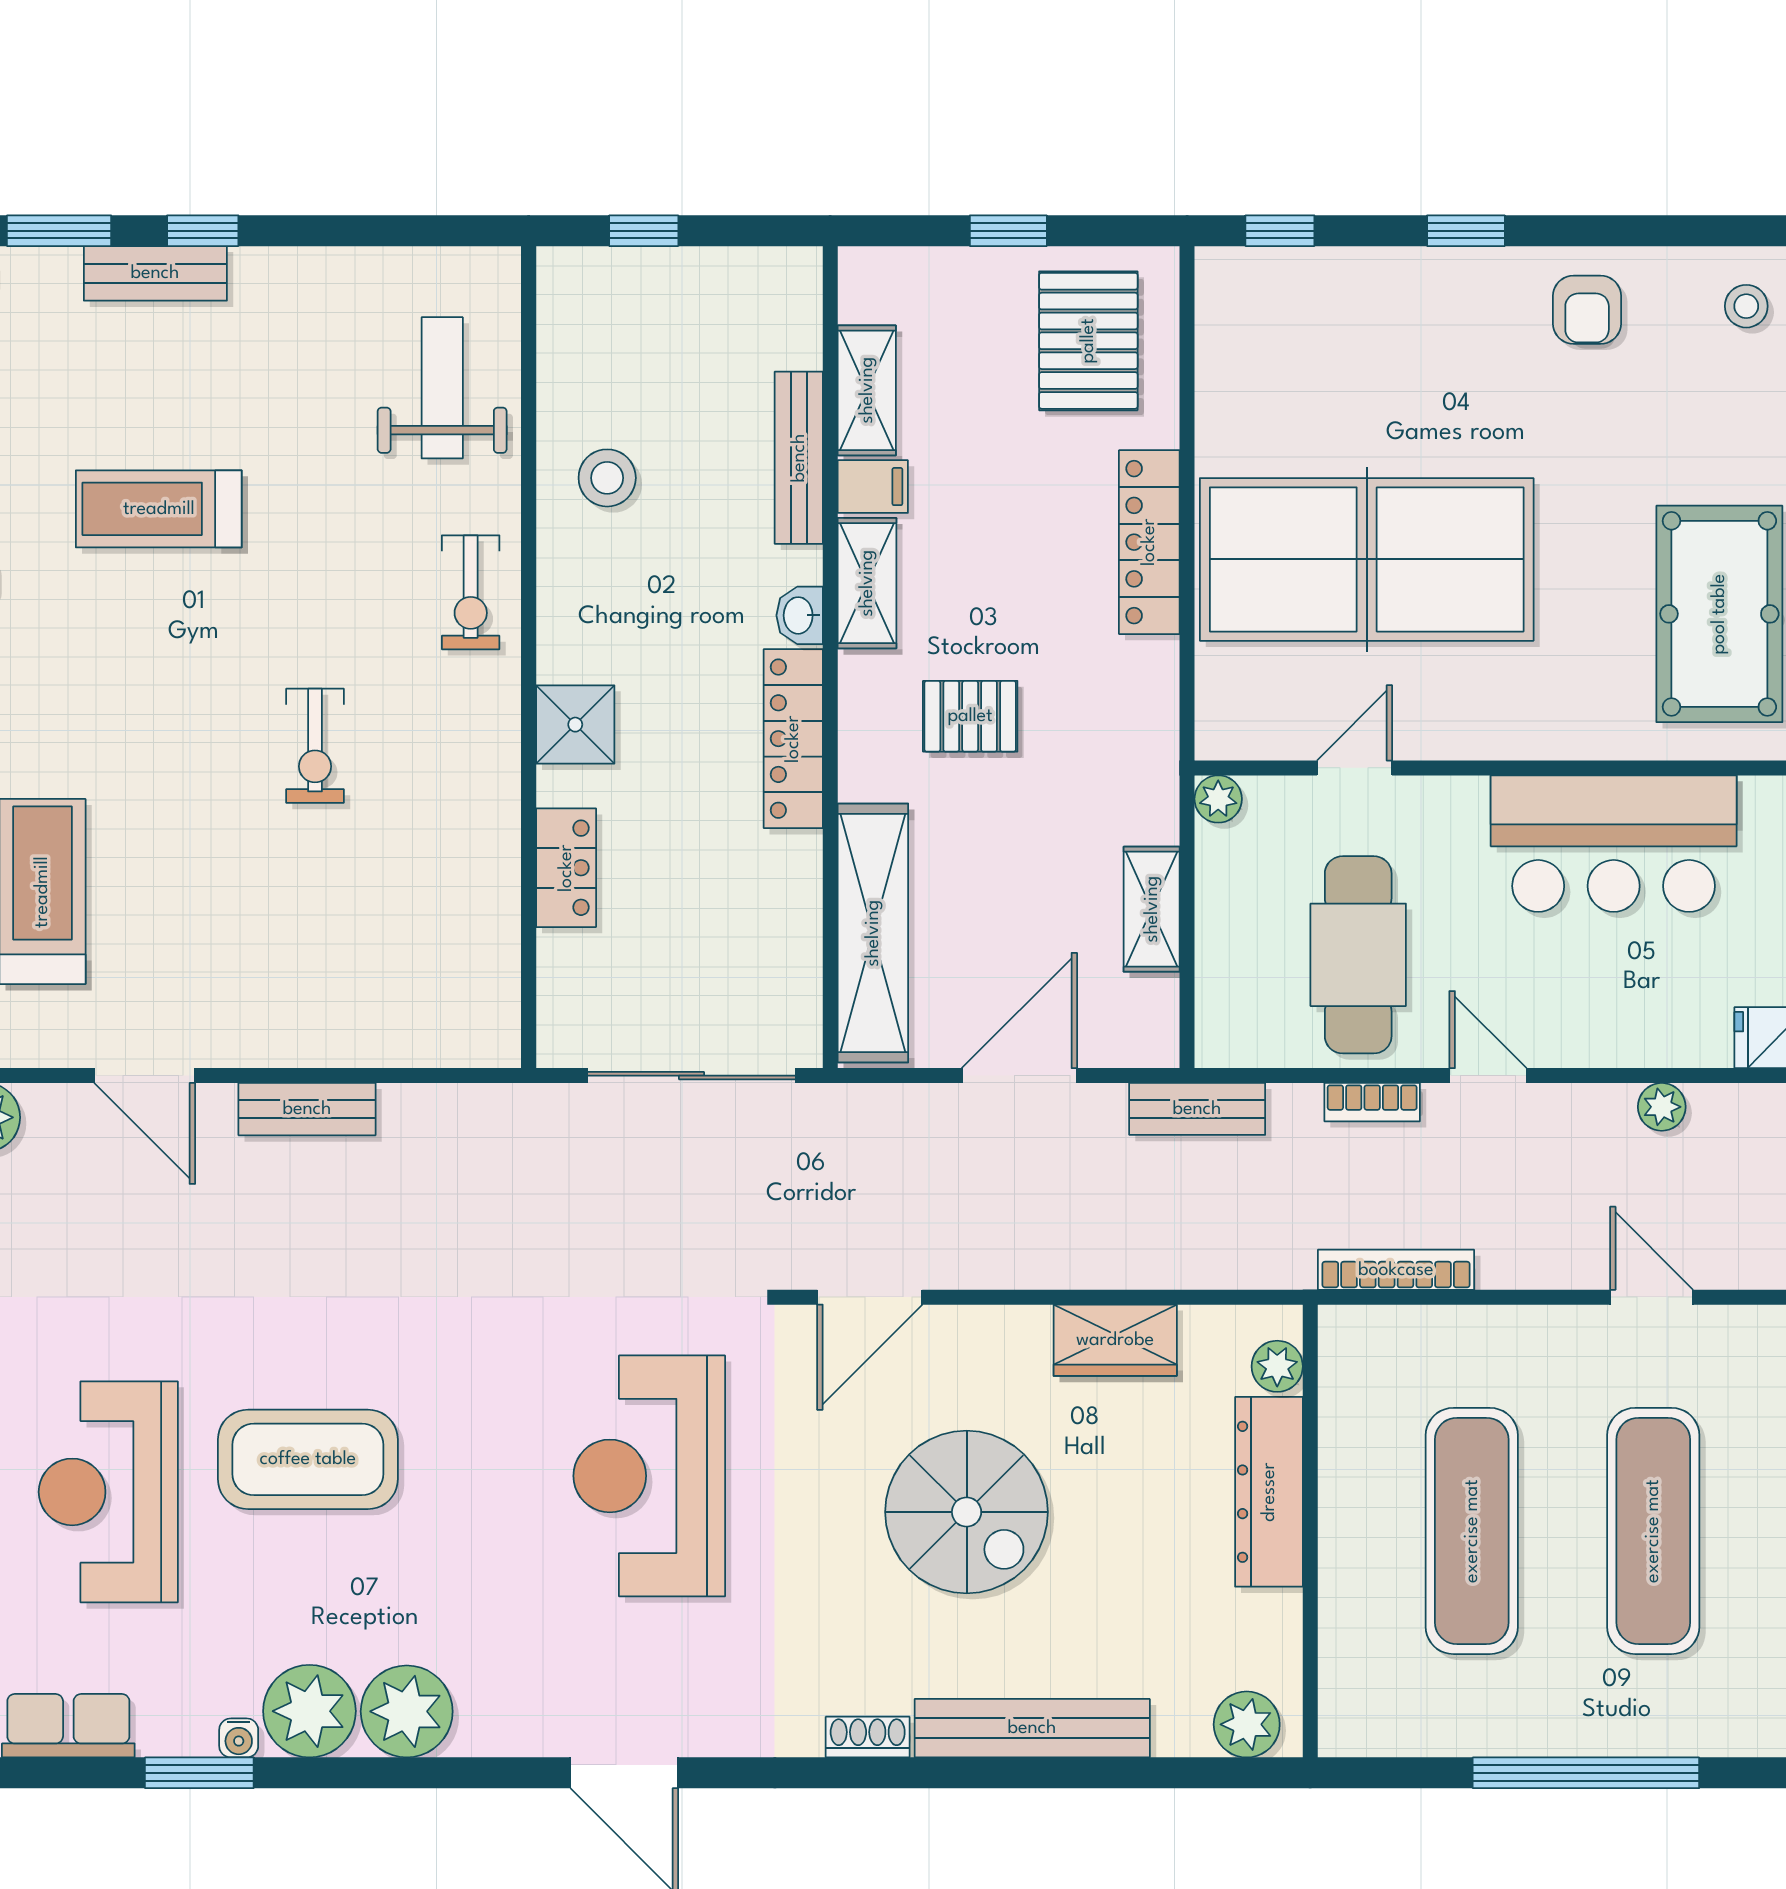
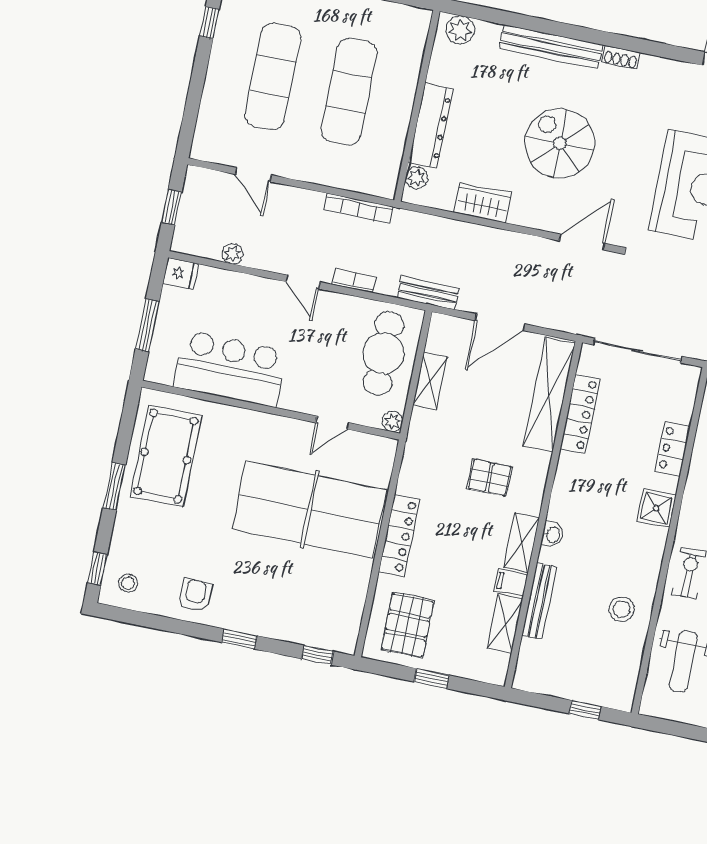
locker: (793, 739) -> (580, 414), moved
cafe table: (1358, 955) -> (383, 353), moved

